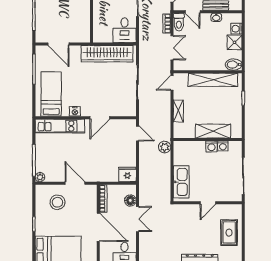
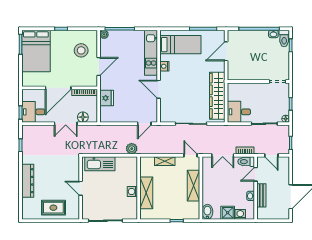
shelving: (213, 80) -> (193, 186), width x0.68
washing machine: (223, 146) -> (133, 202), removed
fridge: (127, 174) -> (107, 98), moved

